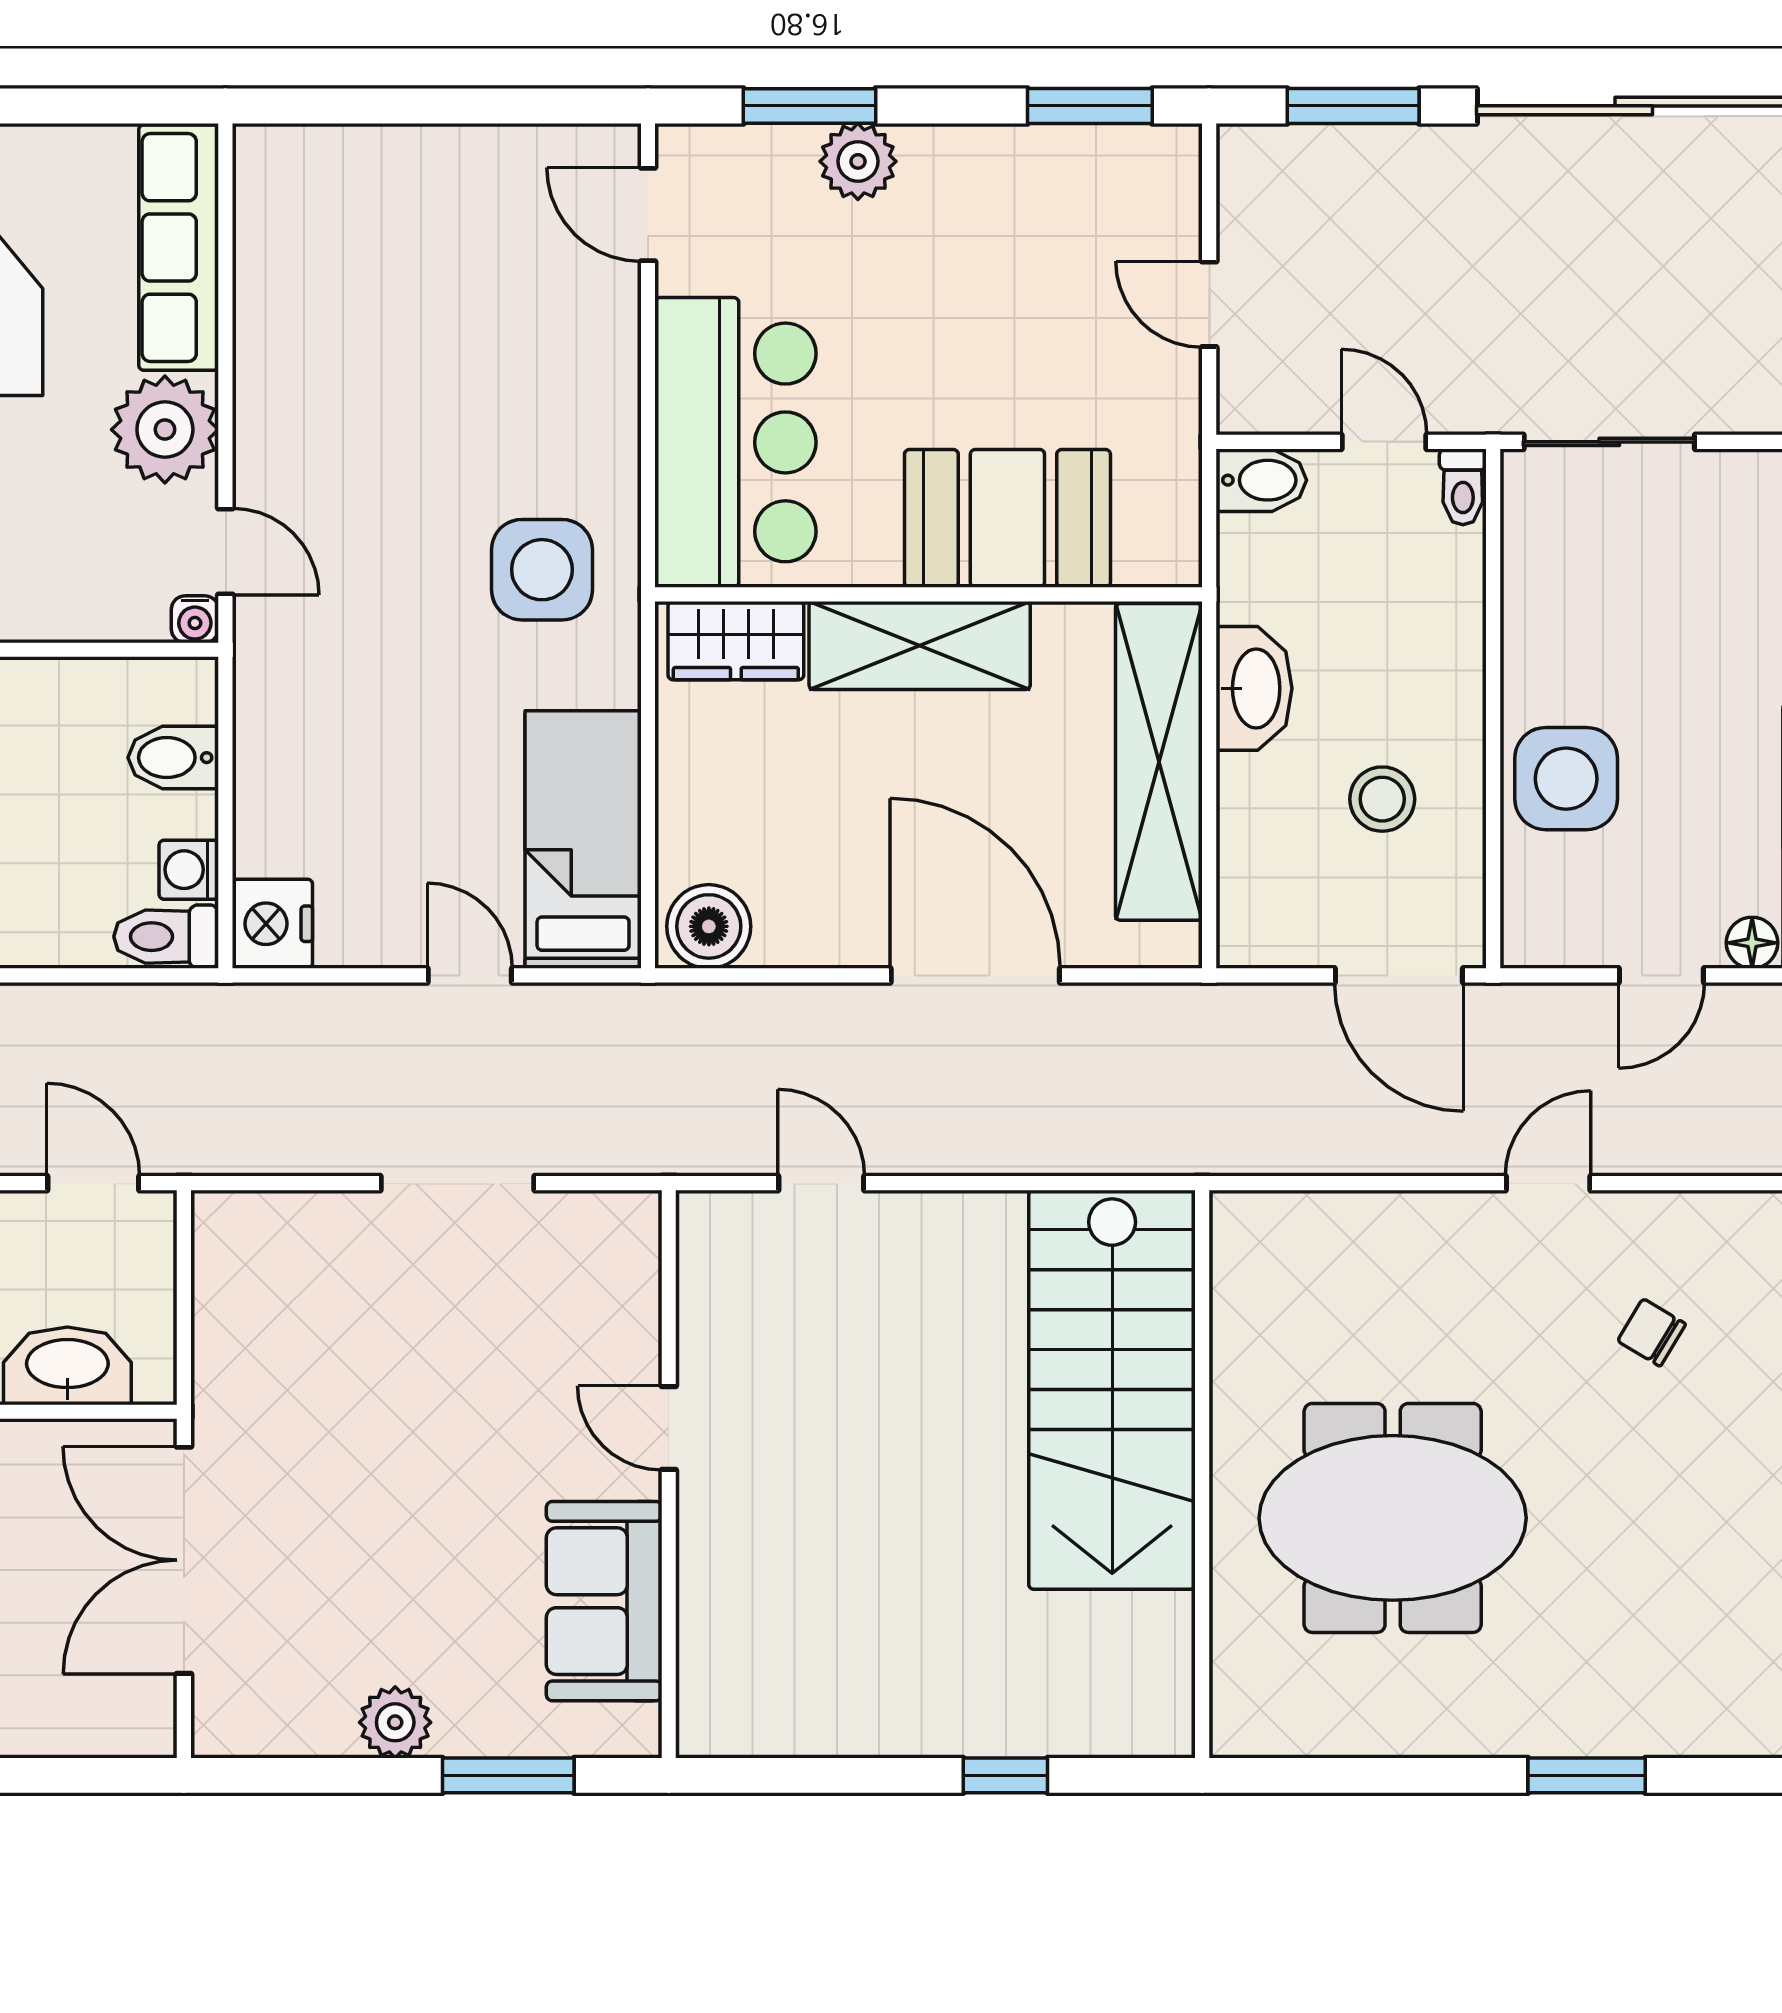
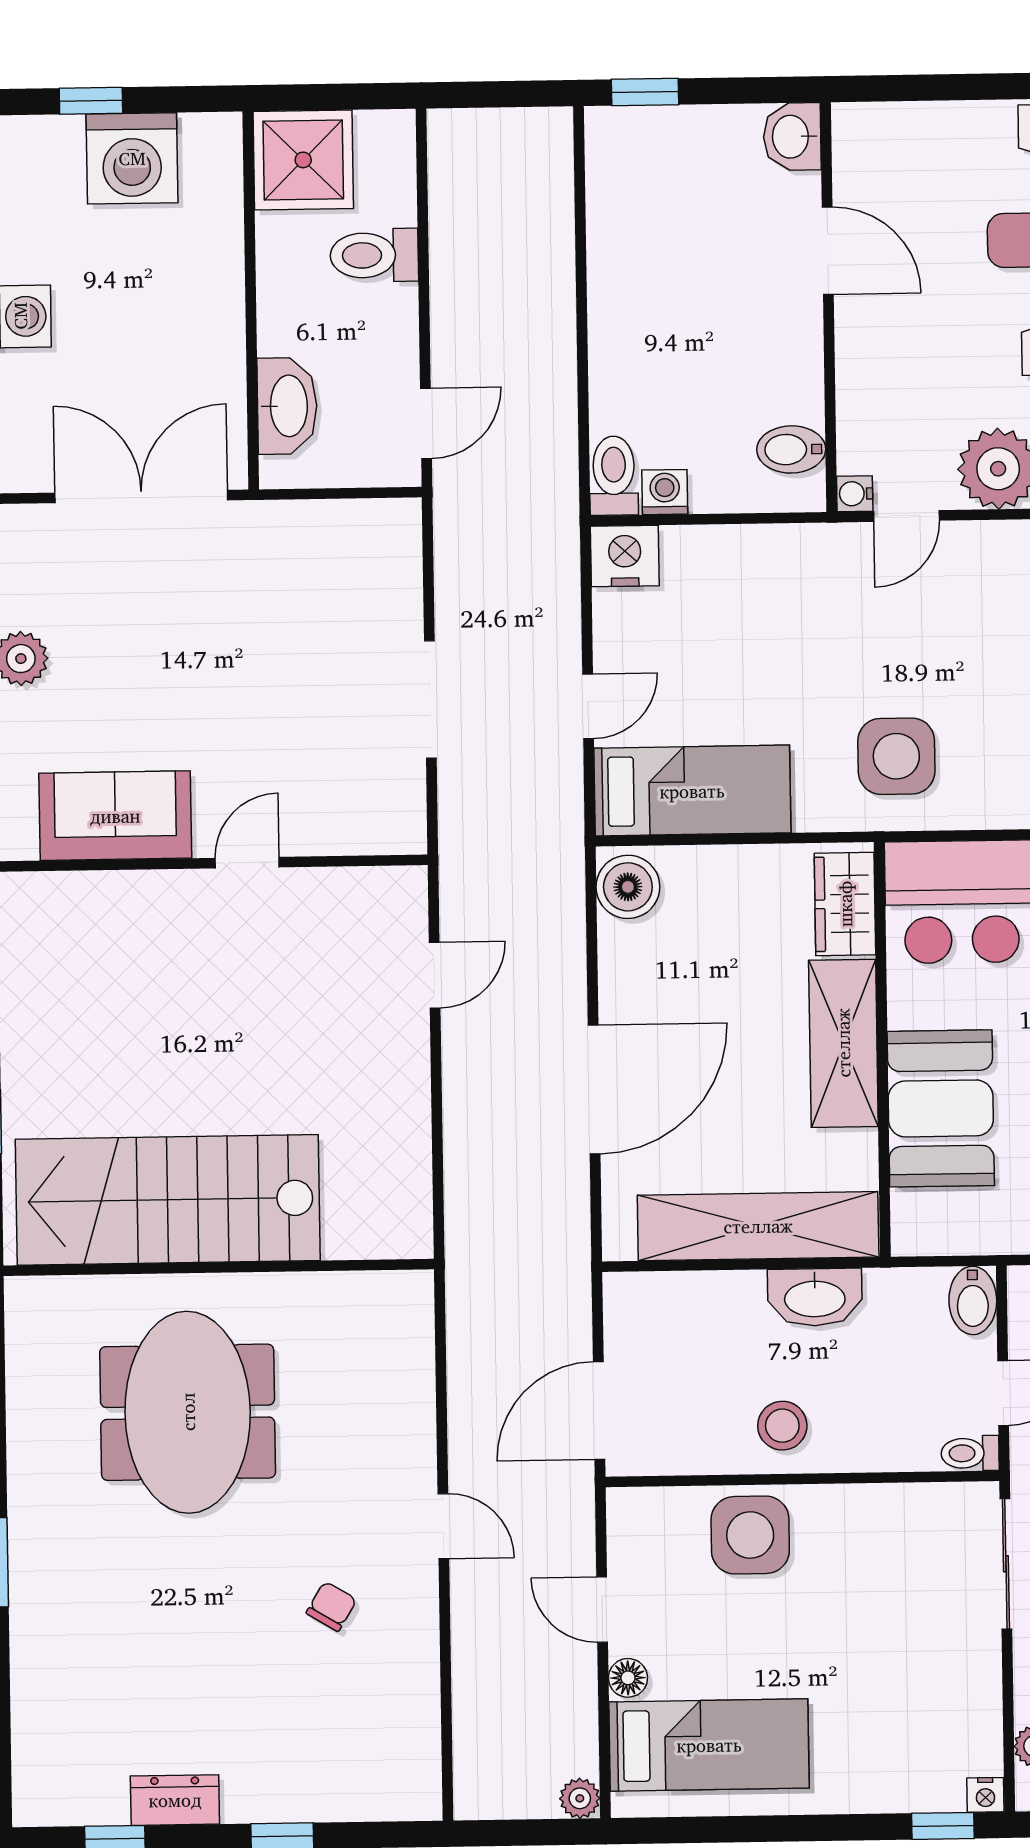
bidet: (173, 758) -> (791, 449), moved, turned -90
stool: (1382, 799) -> (782, 1426), moved
stairs: (1112, 1390) -> (168, 1200), moved

